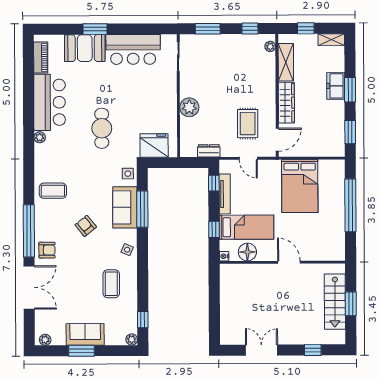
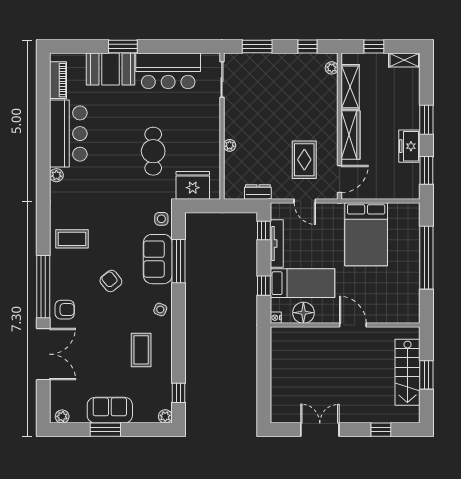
freezer: (336, 86) -> (409, 146), moved
plant: (189, 107) -> (230, 145), width x0.53, depth x0.53
cafe table: (102, 128) -> (153, 151), moved

